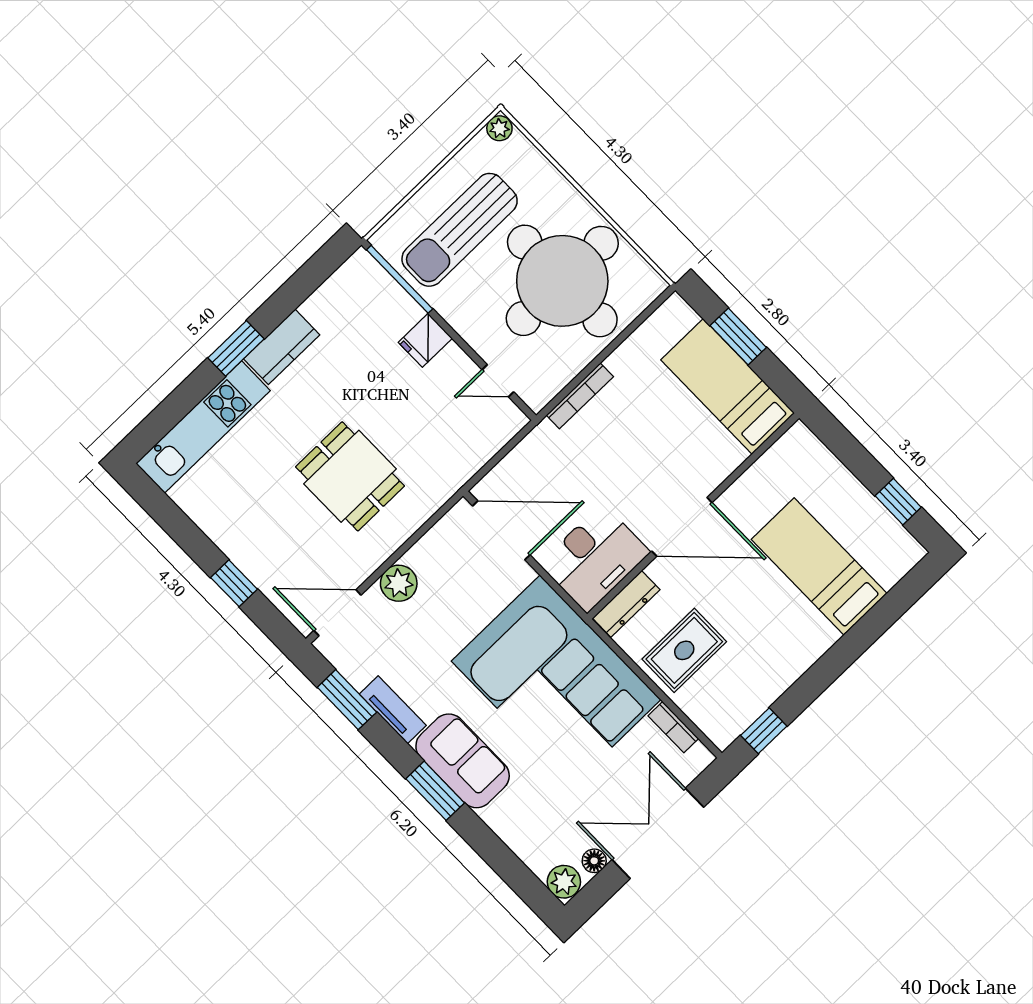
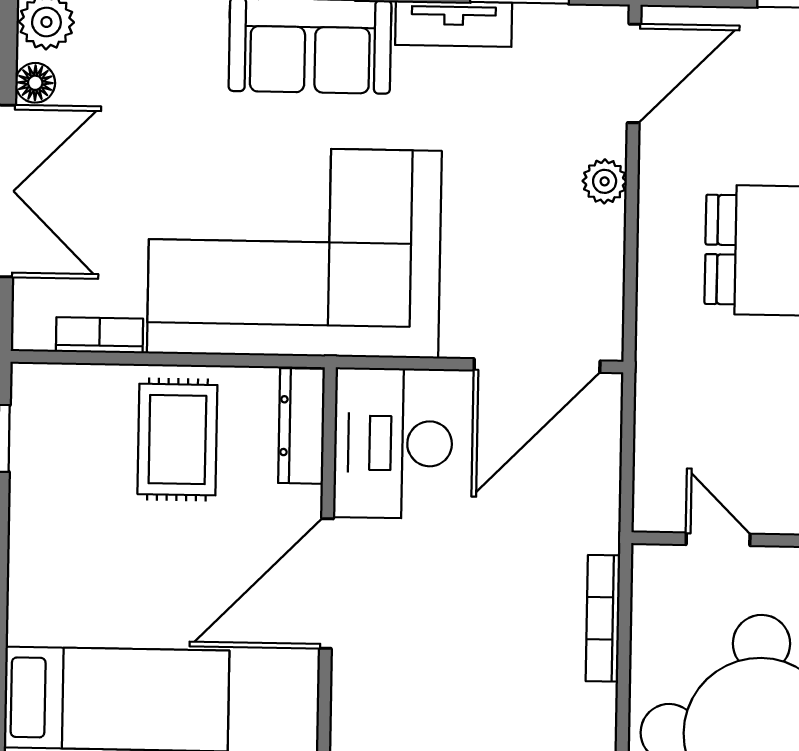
door: (498, 381) -> (718, 539), hinge flipped
plant: (399, 583) -> (605, 181), width x0.73, depth x0.73

